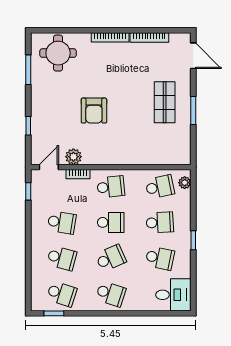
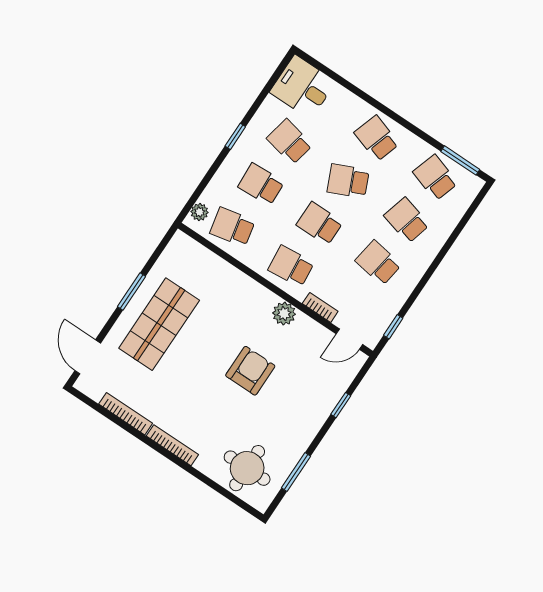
shop shelf: (165, 102) -> (159, 324), width x1.43, depth x1.36
plant: (73, 157) -> (284, 314), moved
window: (54, 313) -> (460, 160), width x1.50

